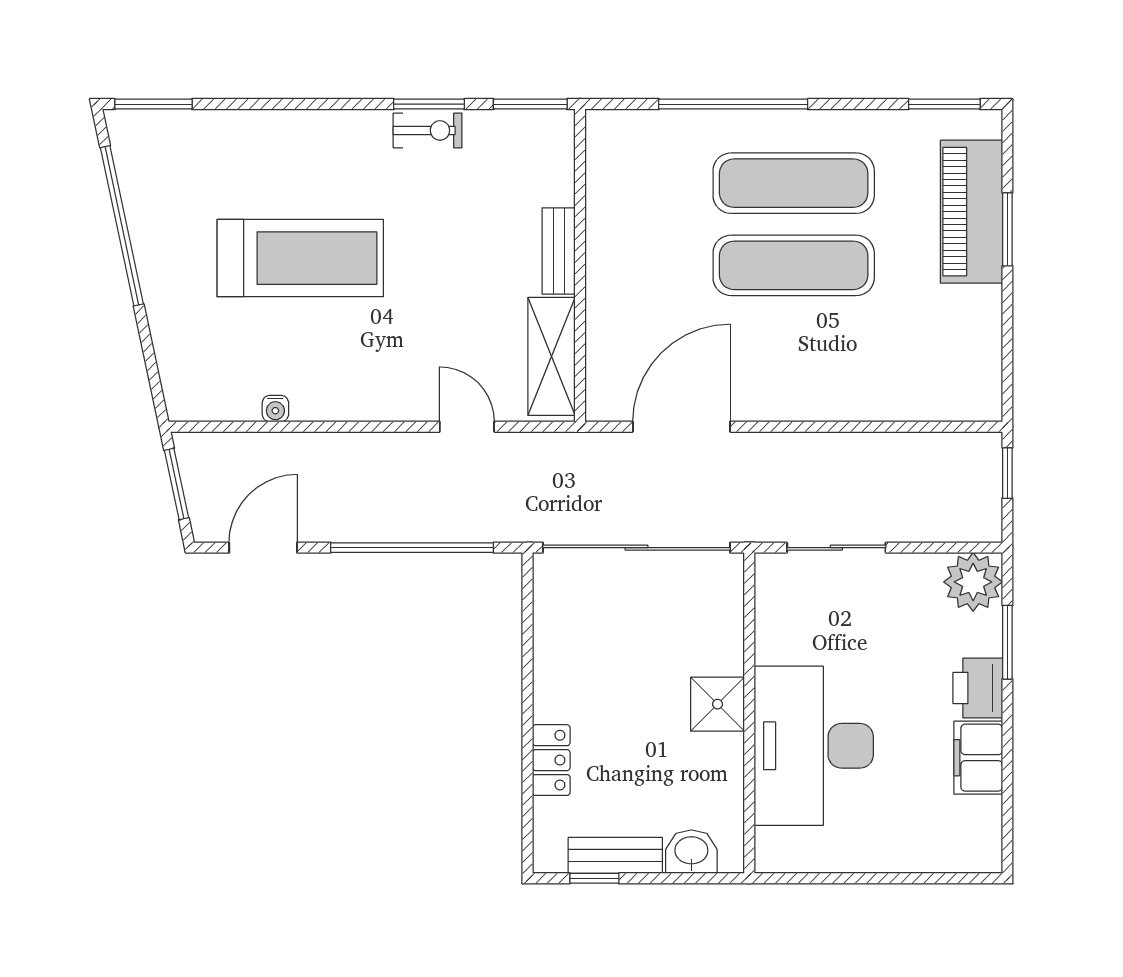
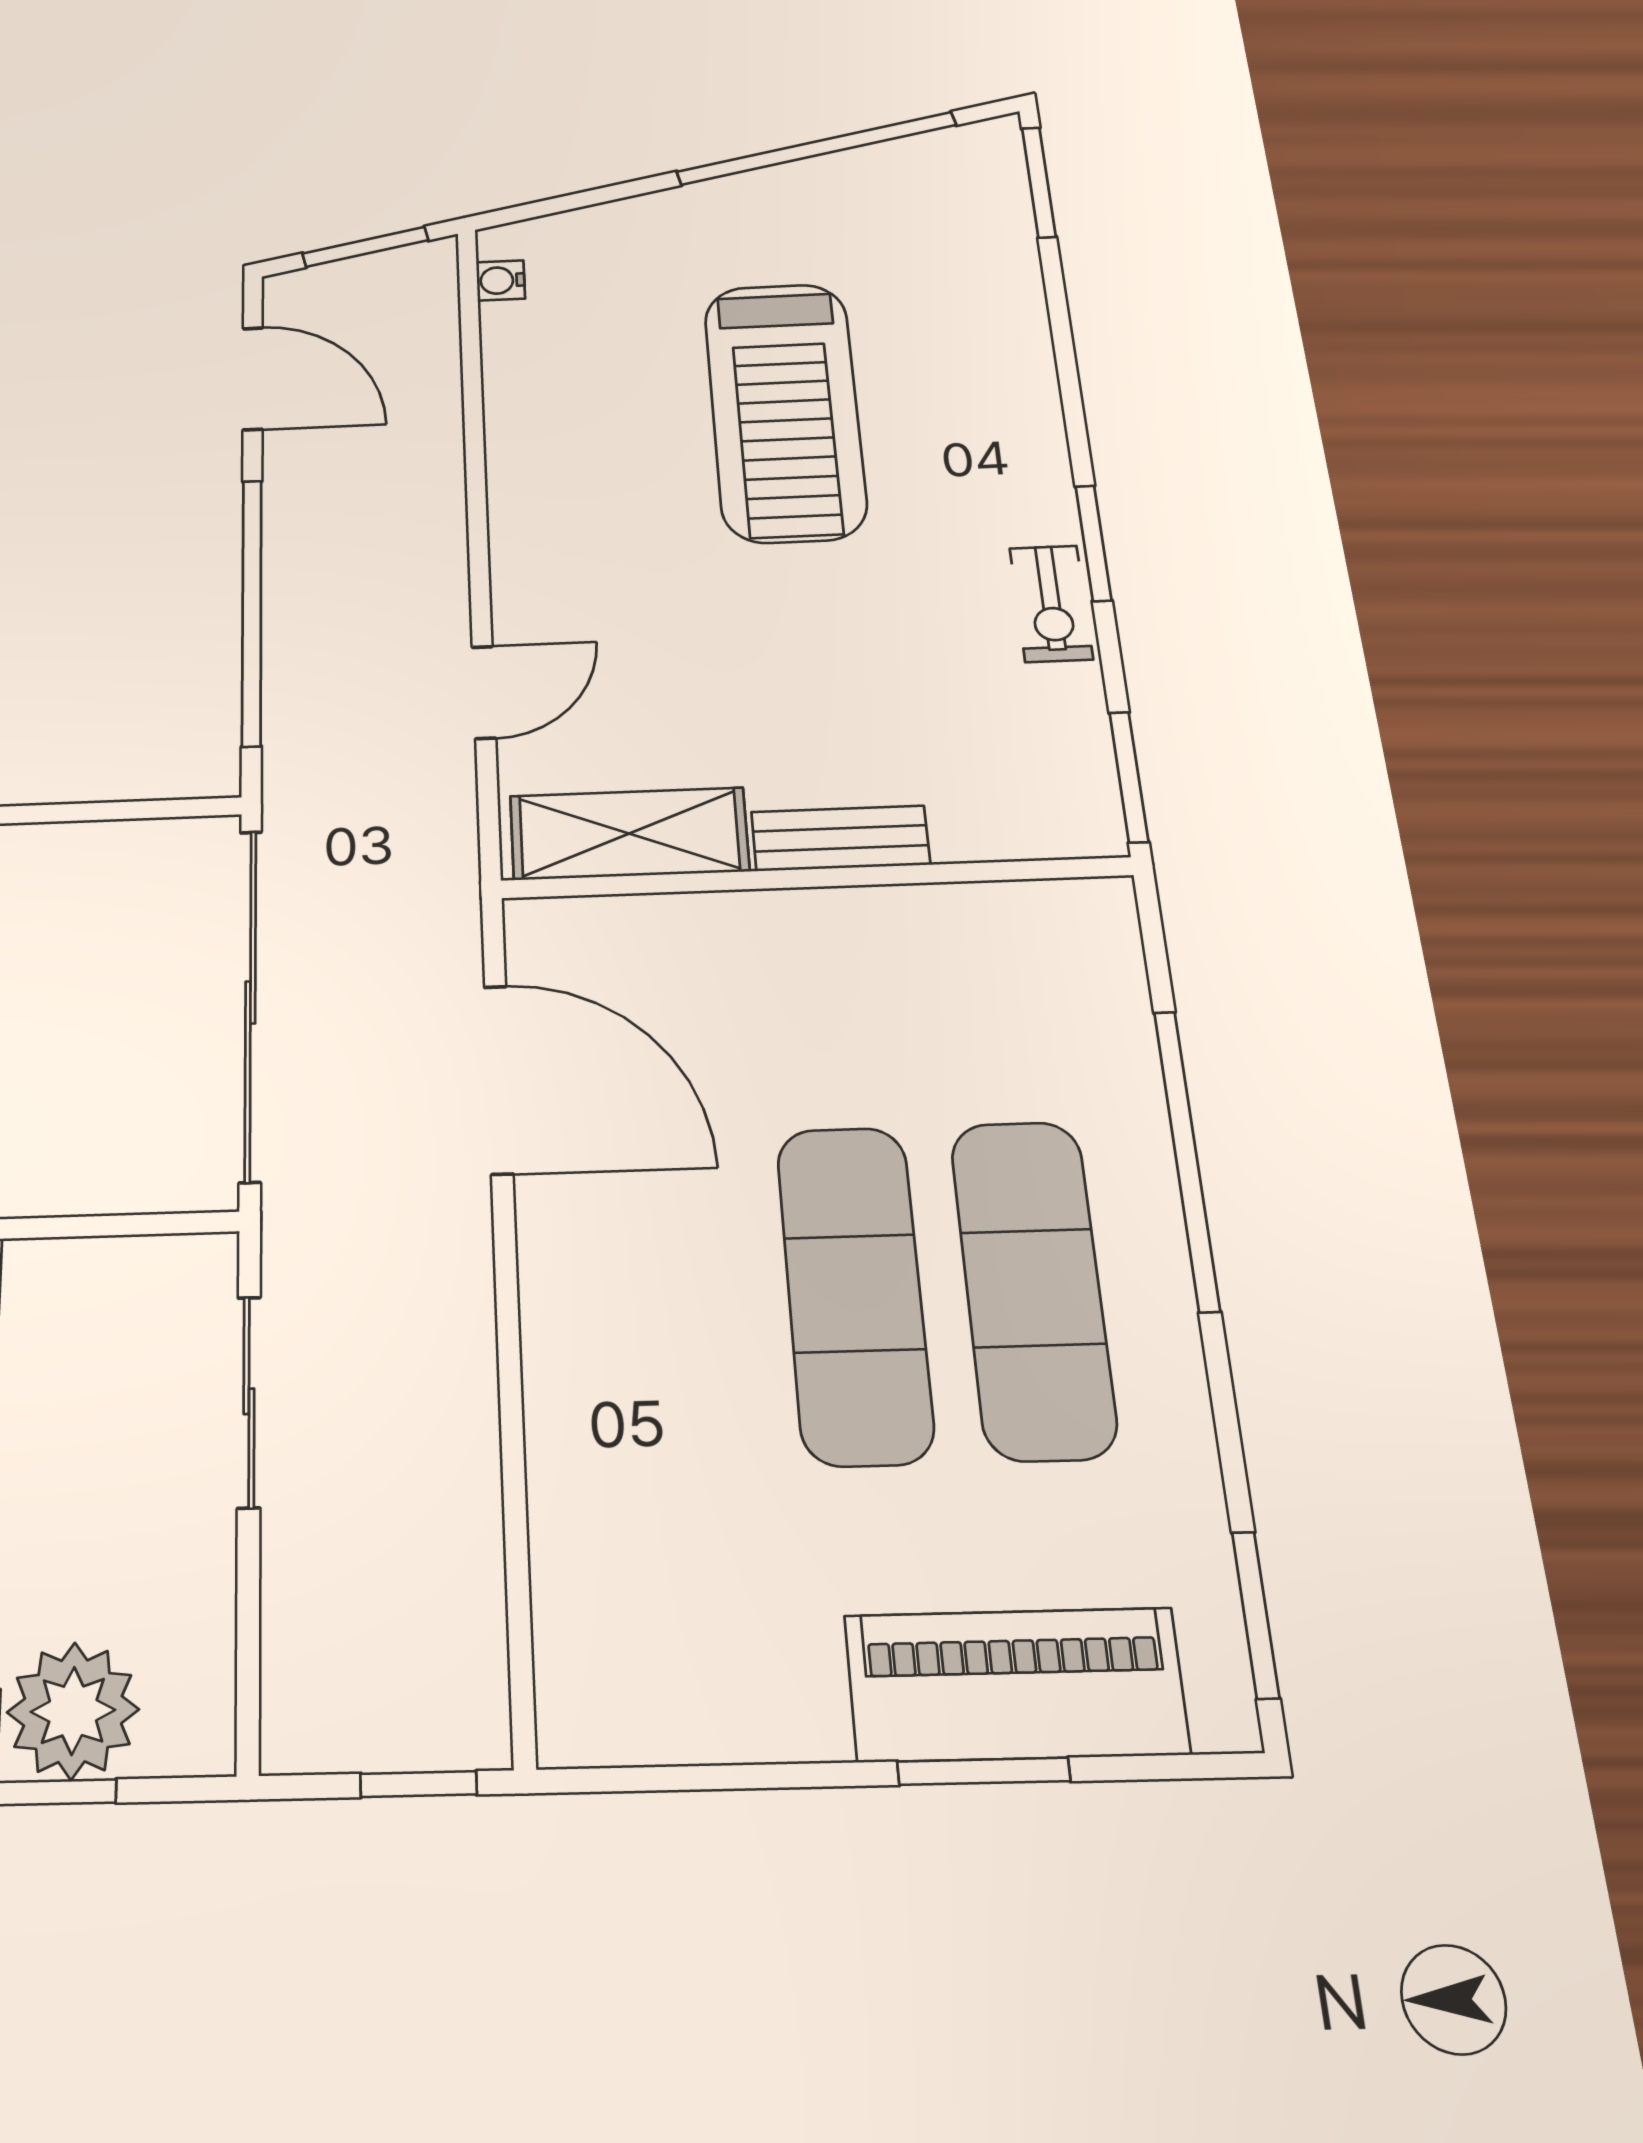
window: (429, 104) -> (1093, 543), moved
water cooler: (275, 409) -> (501, 280), moved
plant: (973, 582) -> (73, 1711), moved

